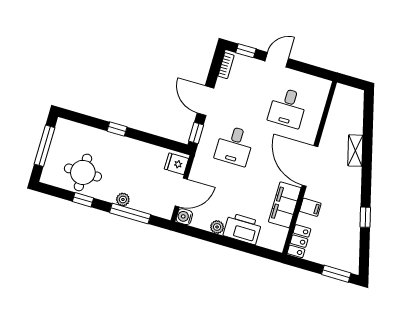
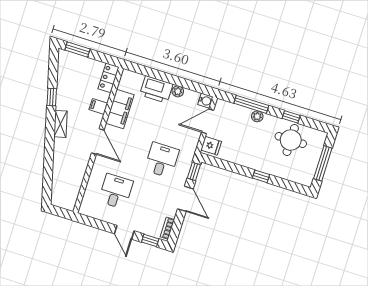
door: (277, 60) -> (124, 232), hinge flipped
shelving: (355, 151) -> (61, 124), moved
door: (310, 166) -> (98, 142), width x0.73

